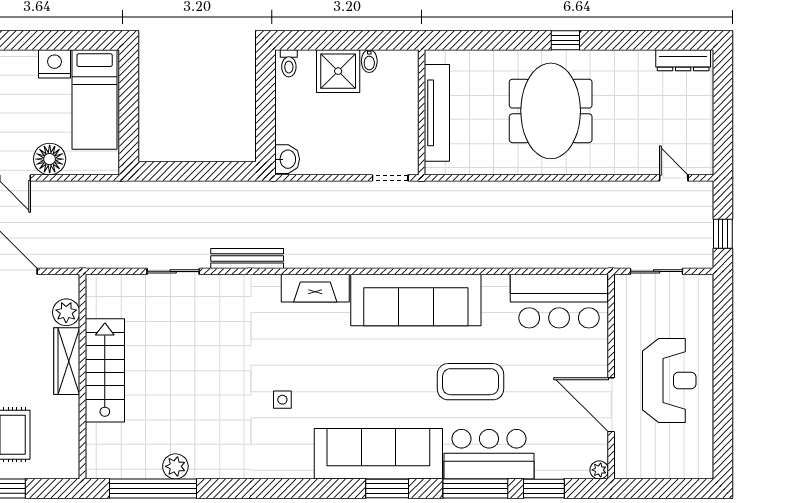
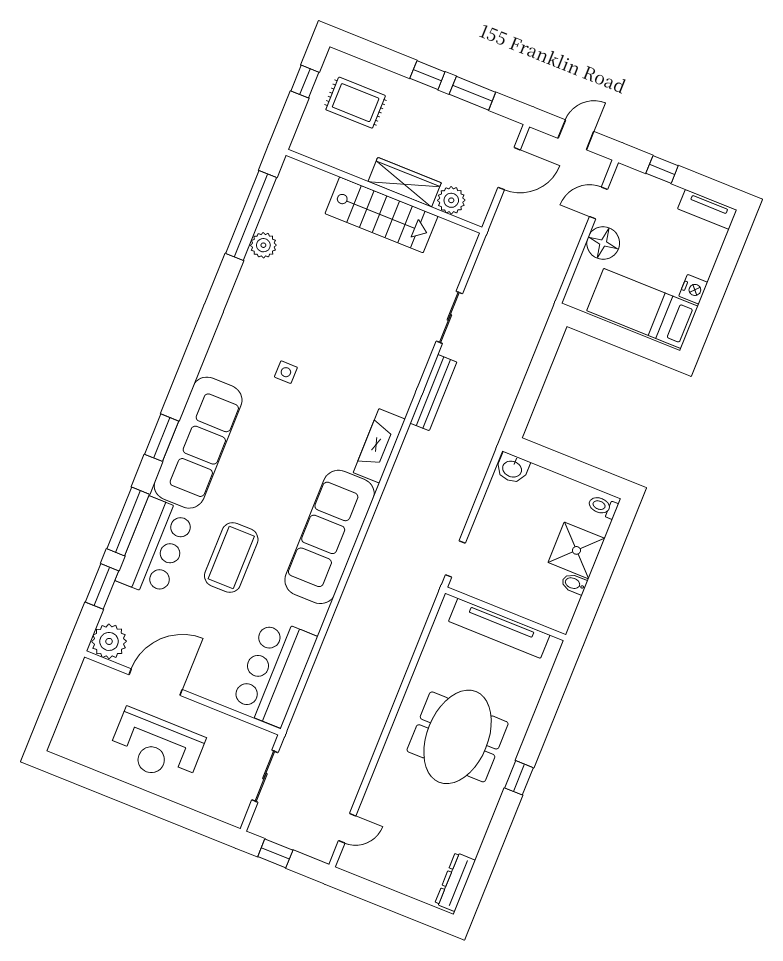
nightstand: (54, 64) -> (693, 289), width x0.74, depth x0.75
meeting table: (551, 111) -> (458, 737), turned 90
plant: (599, 470) -> (109, 641), width x1.88, depth x1.88

